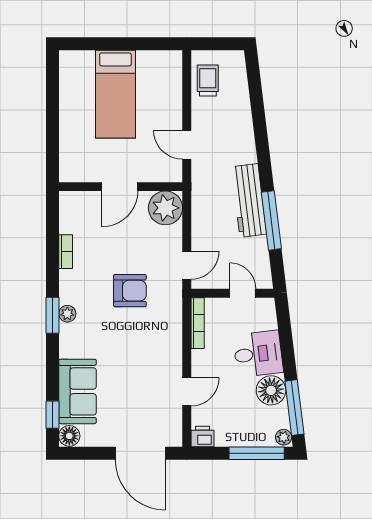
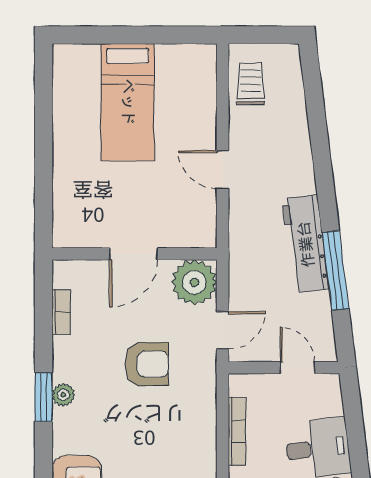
door: (120, 187) -> (133, 254), moved
wall: (121, 187) -> (134, 254), moved
plant: (165, 208) -> (194, 282), moved
bookcase: (198, 323) -> (237, 431), moved

